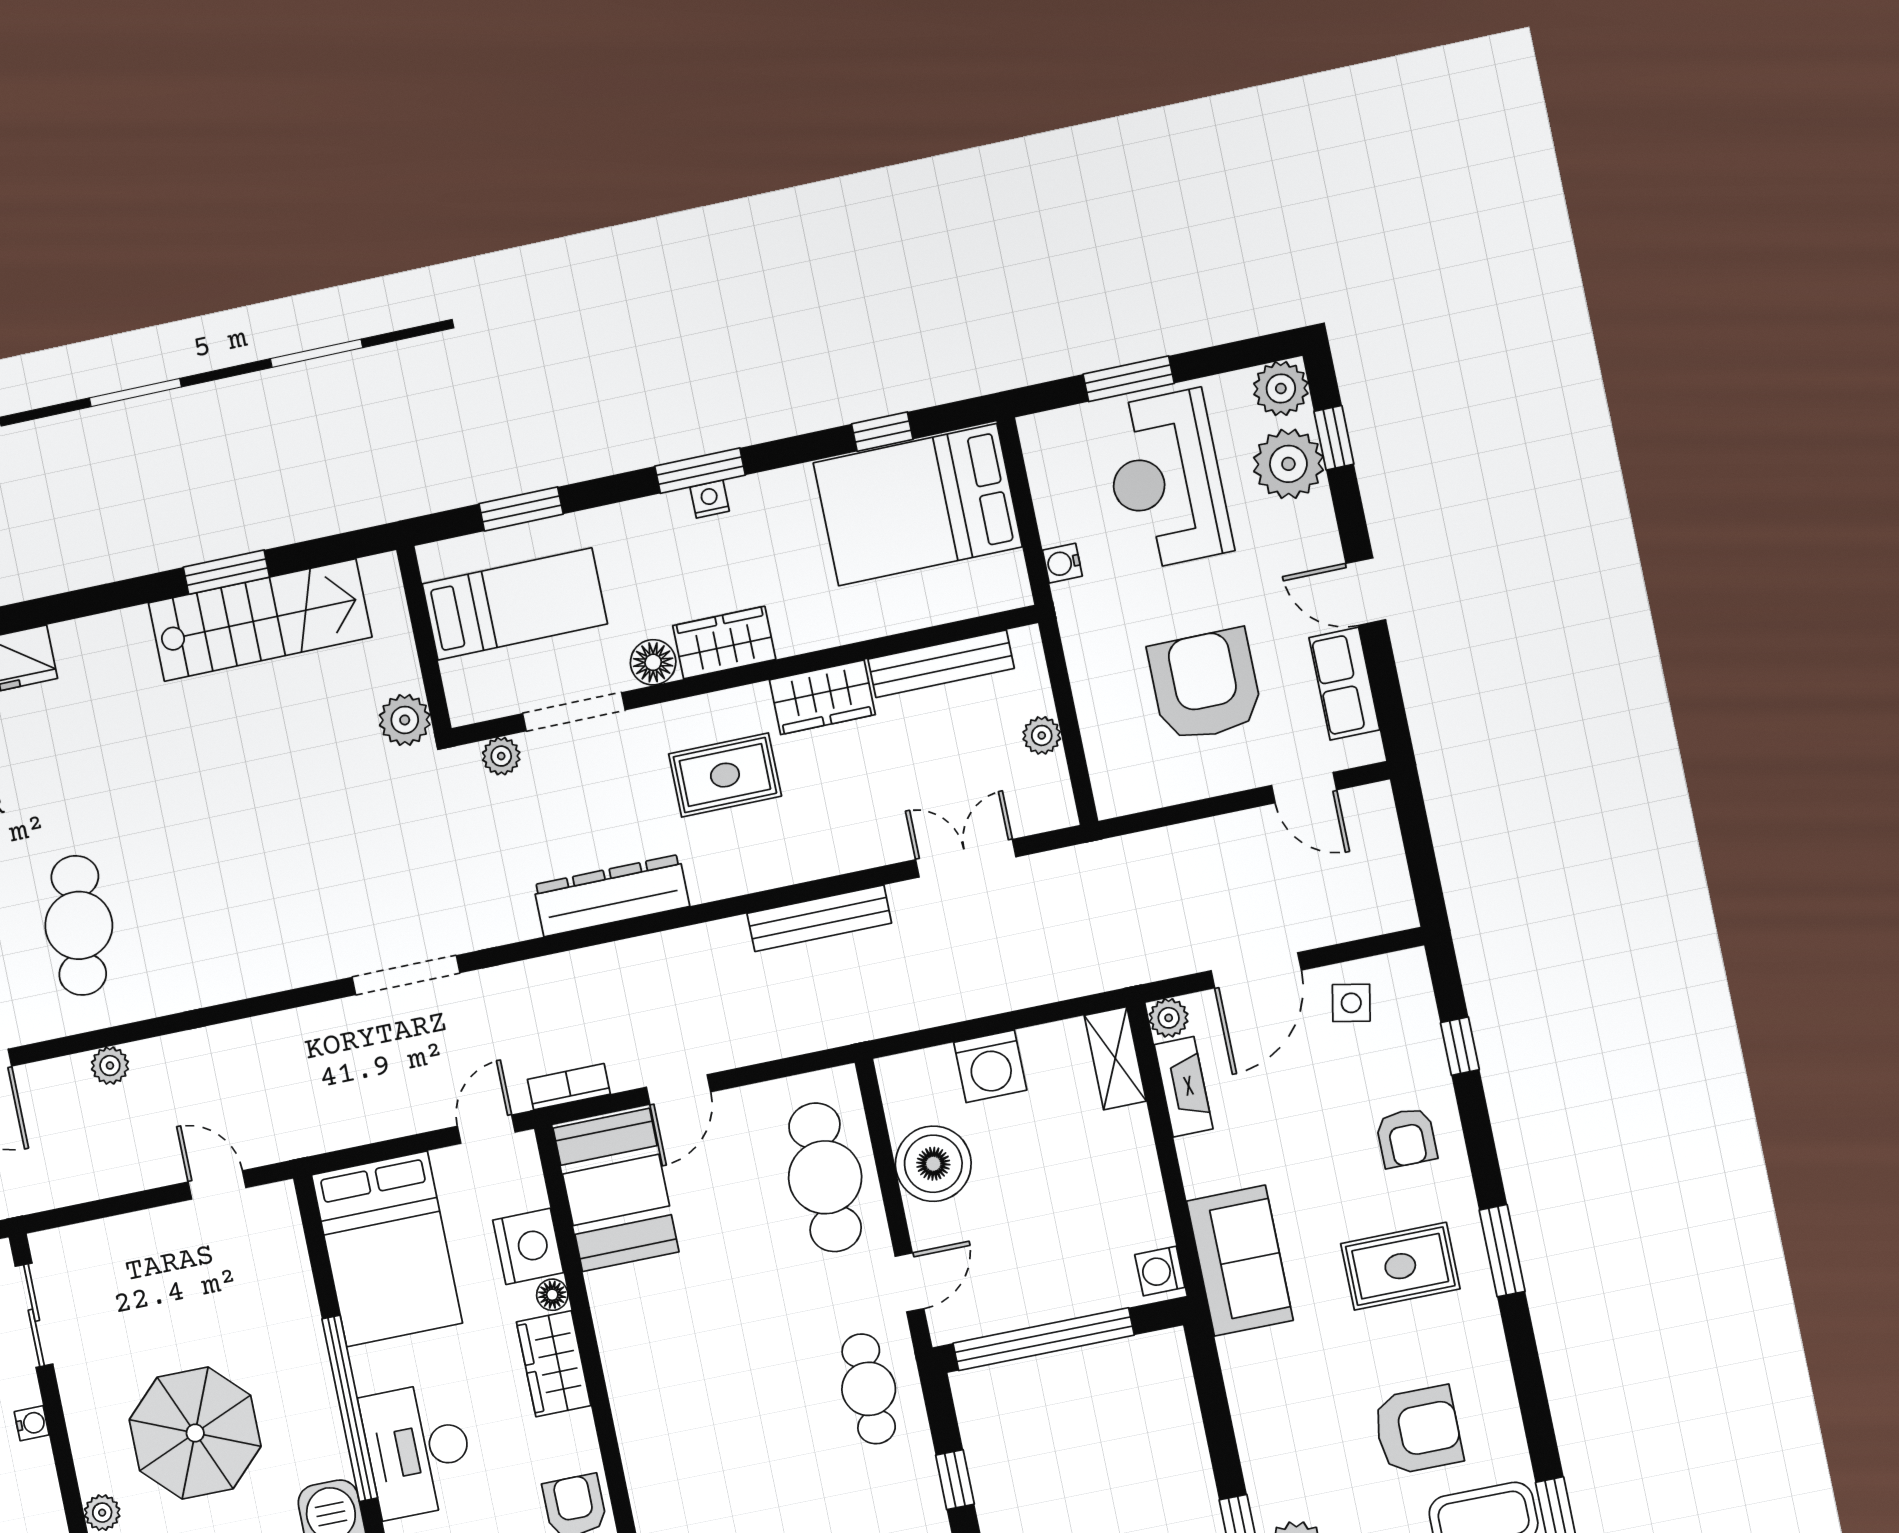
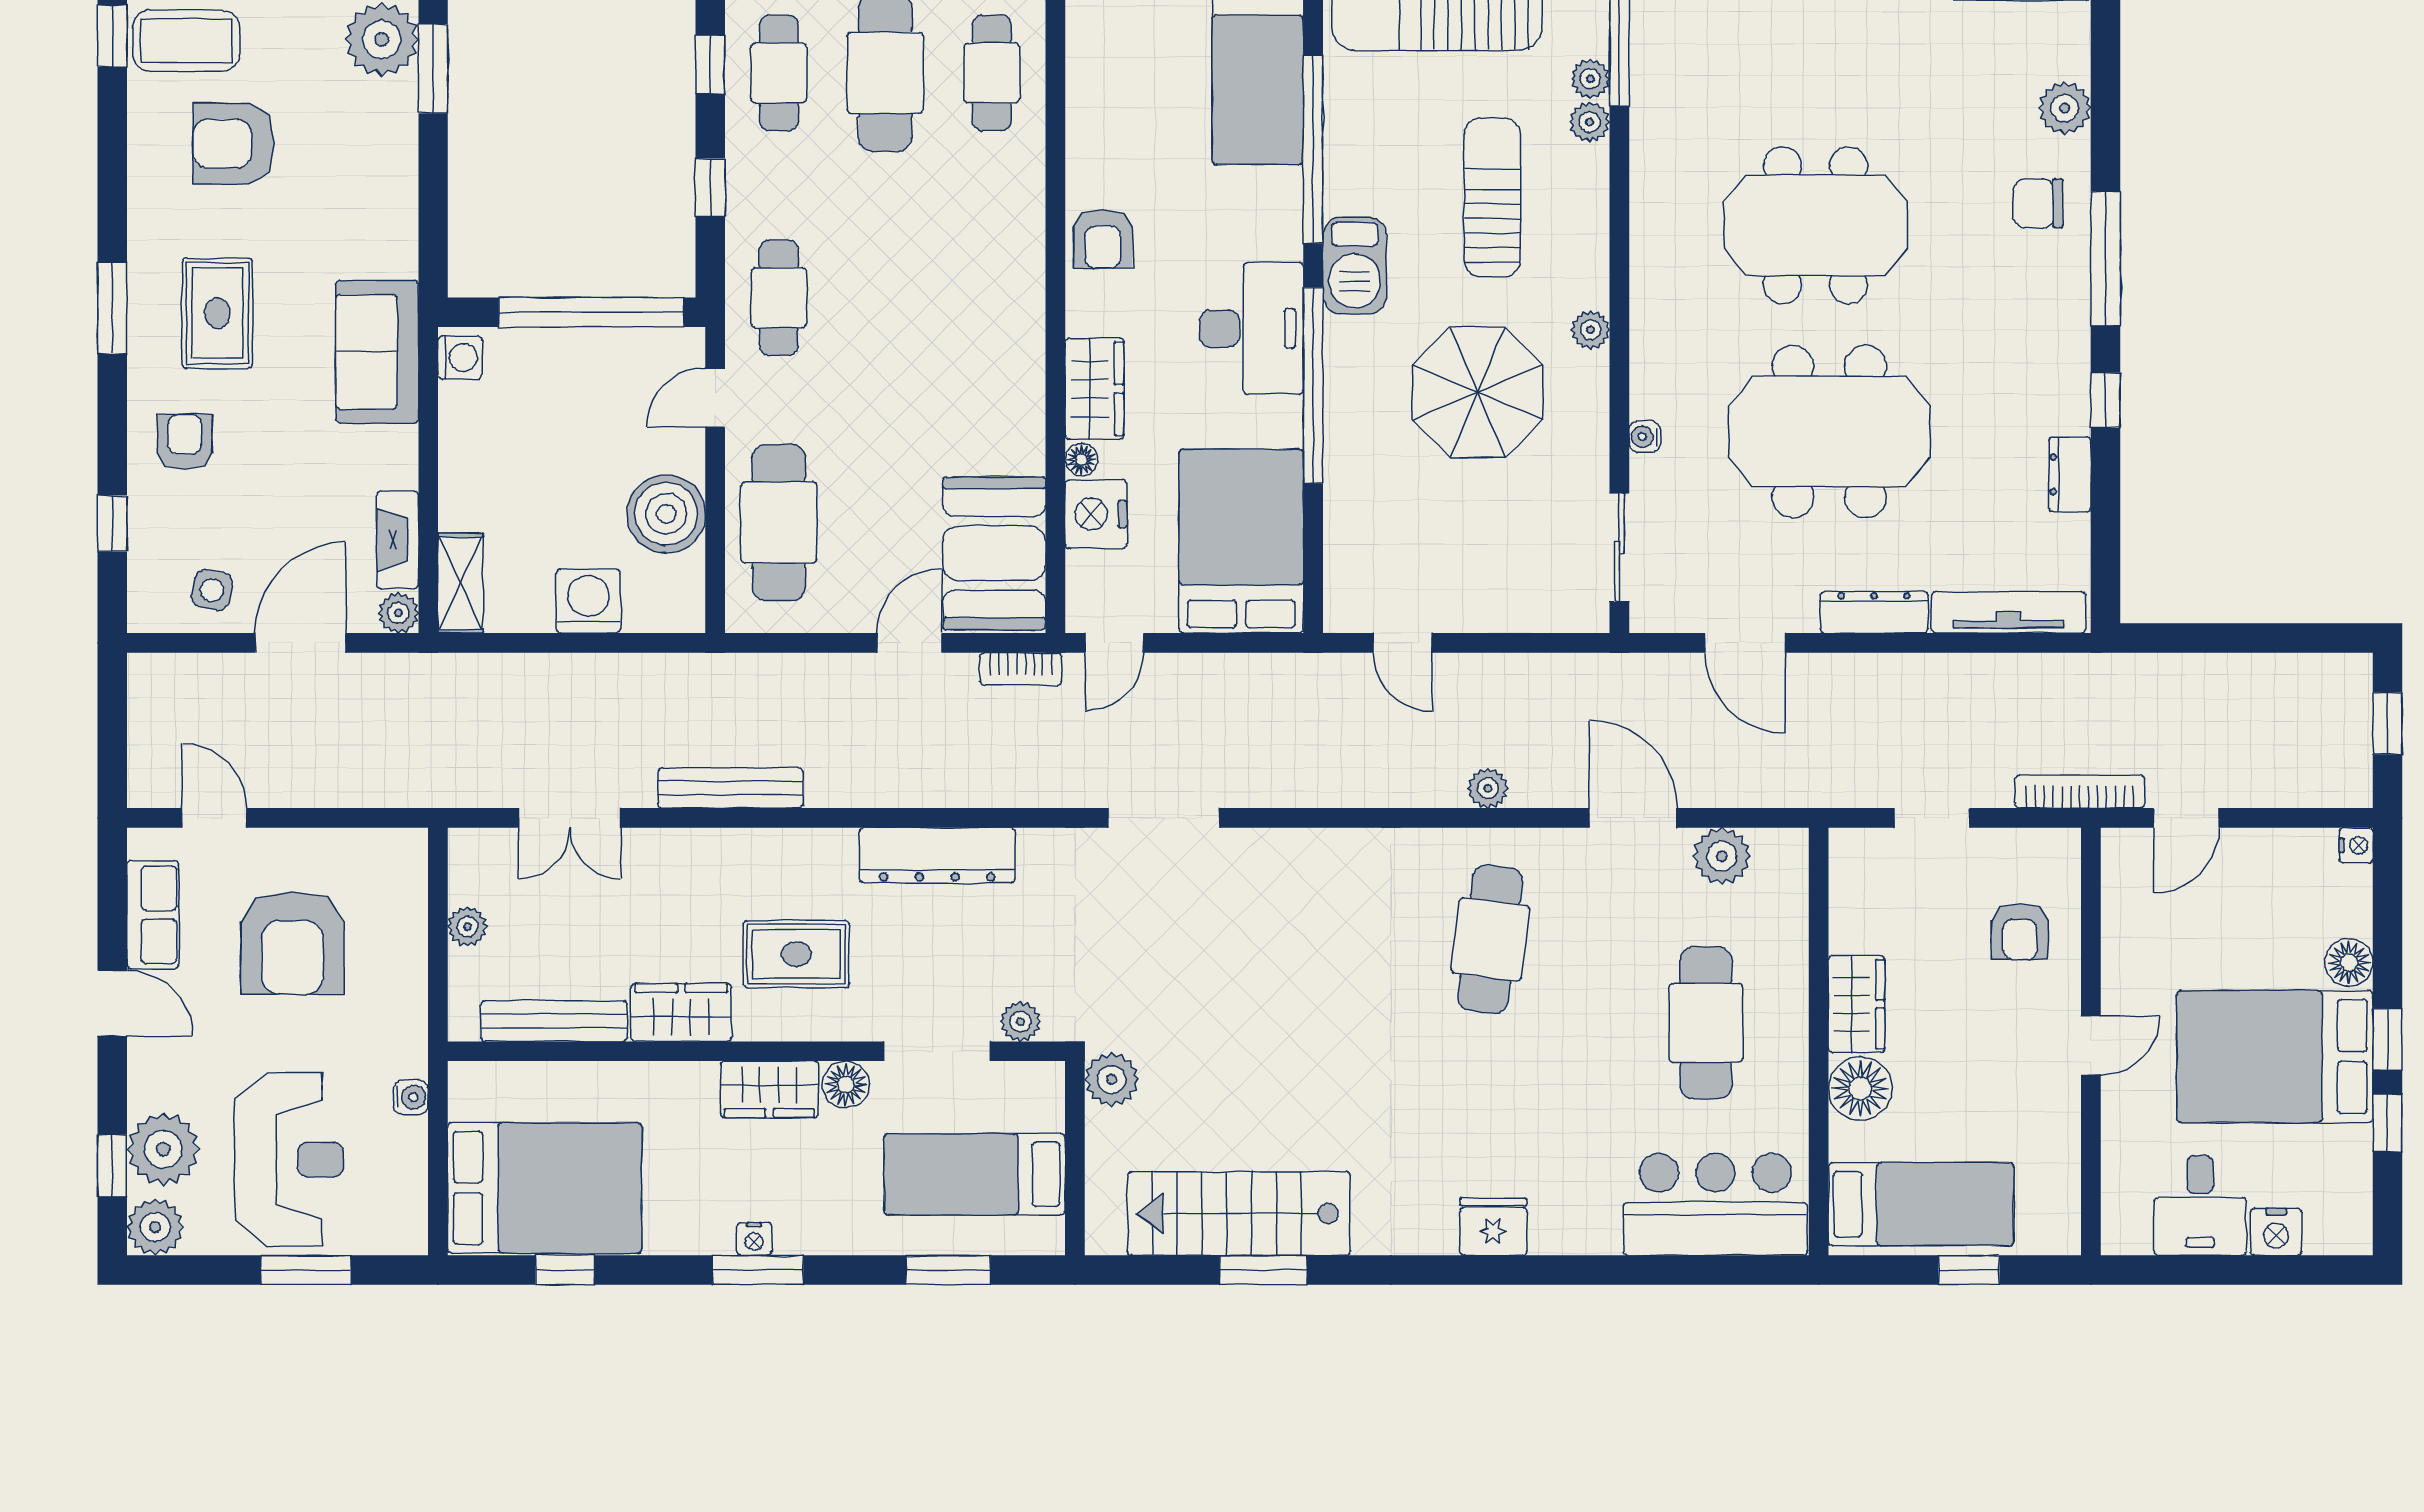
rug: (1400, 1266) -> (217, 313), turned 90

